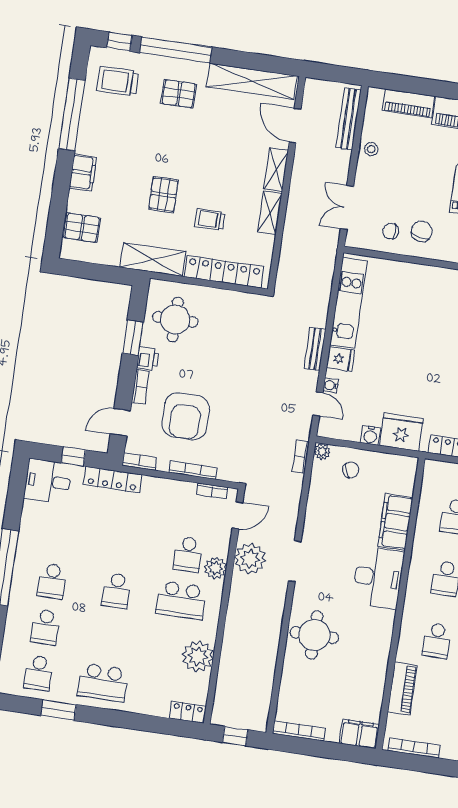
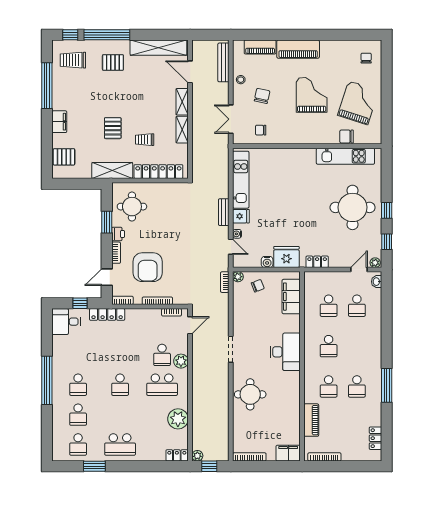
chair: (422, 231) -> (262, 96), moved
filing cabinet: (395, 522) -> (291, 297), moved
plant: (250, 559) -> (197, 456), moved, width x0.53, depth x0.53

